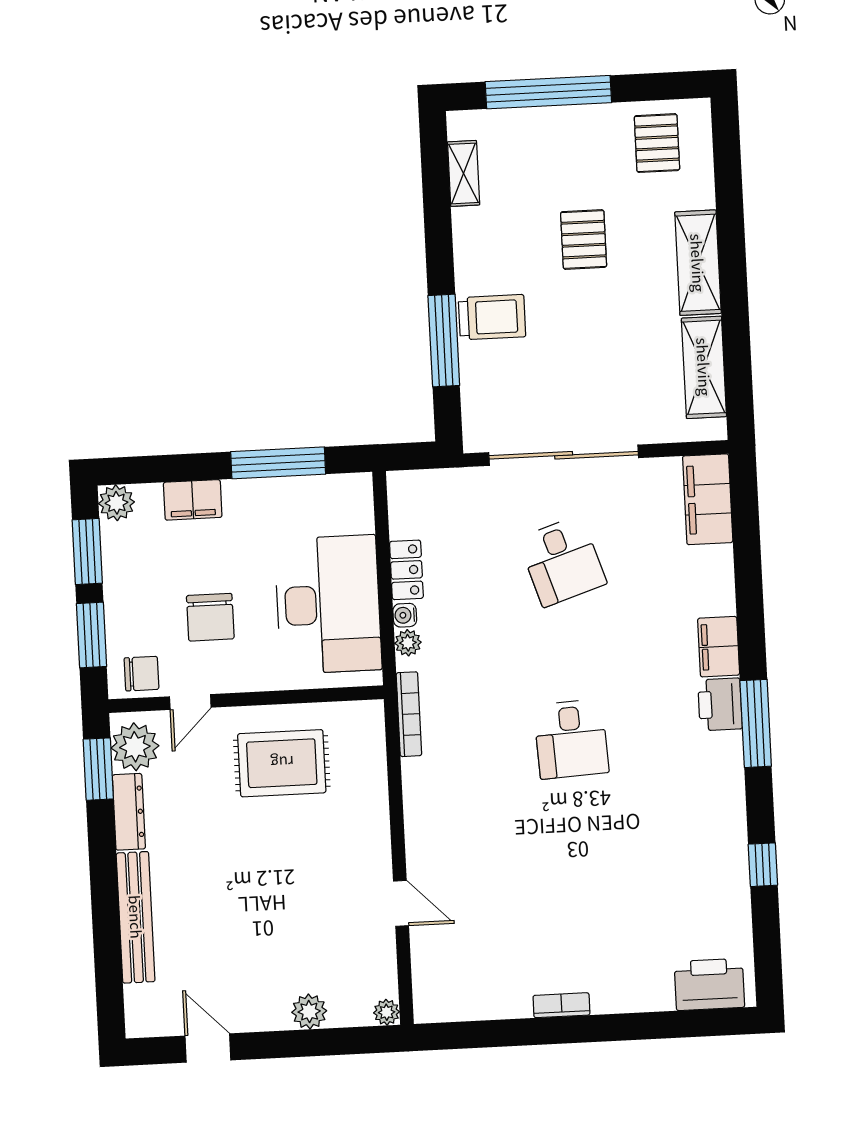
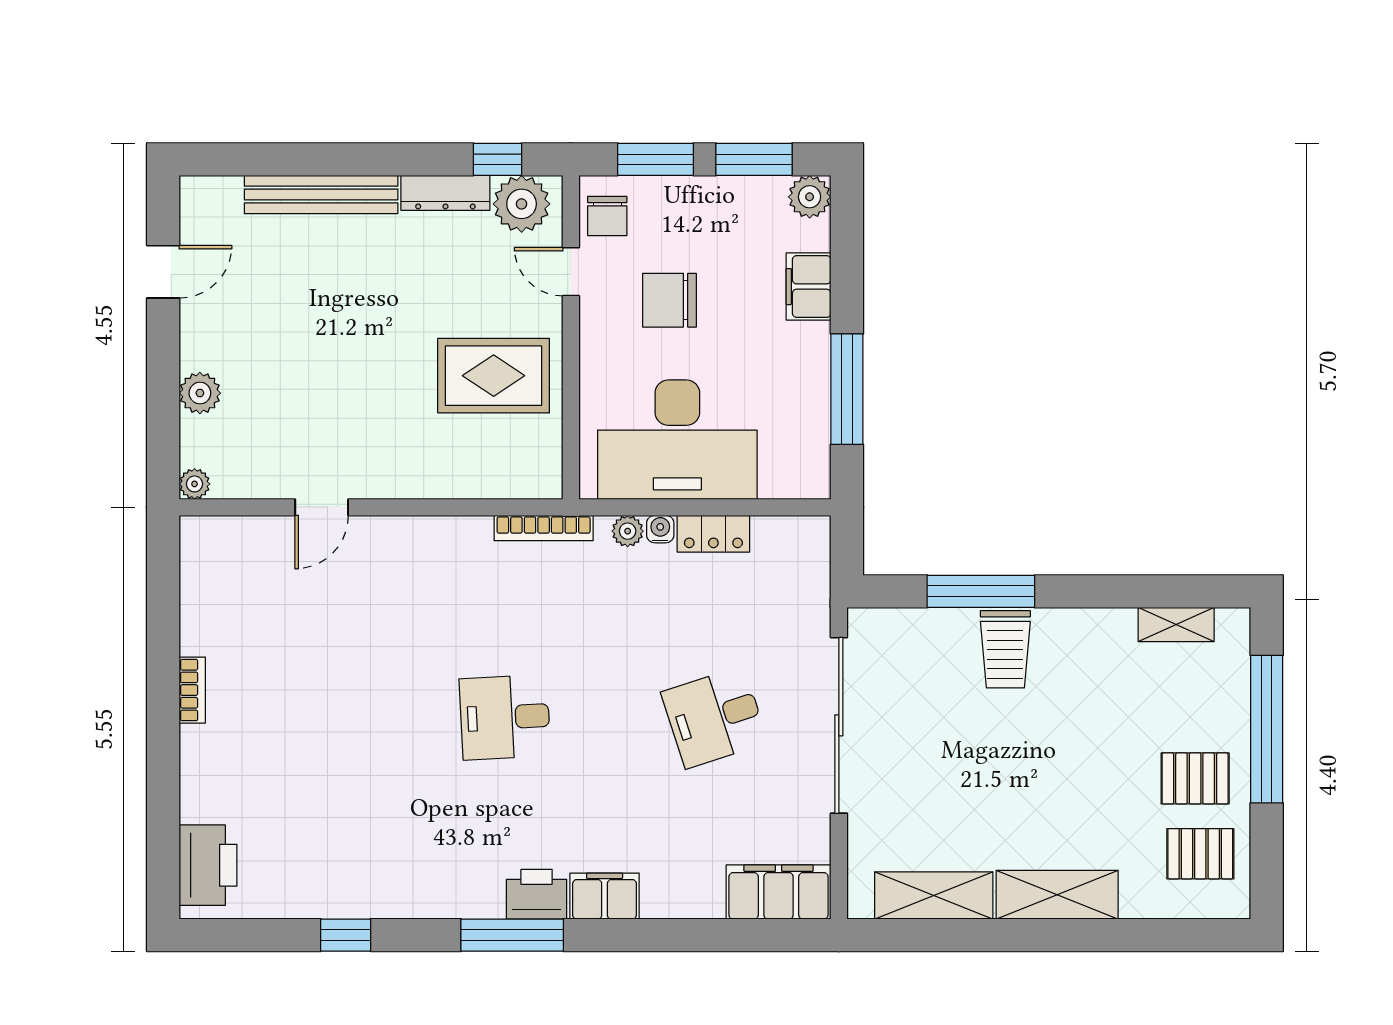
pallet: (584, 240) -> (1195, 778), moved
rug: (282, 763) -> (494, 376), turned 90
window: (98, 769) -> (498, 159), width x0.67

